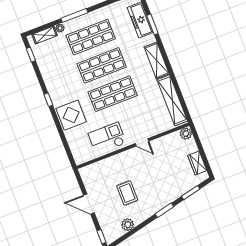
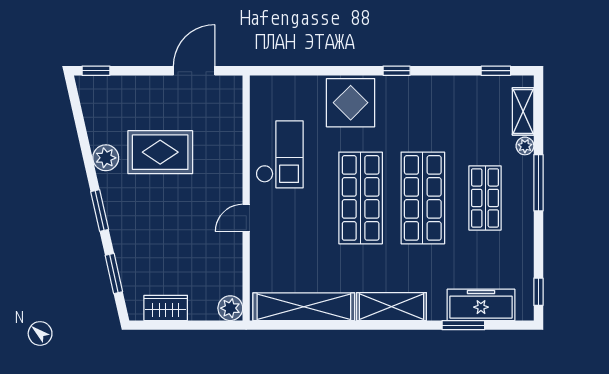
shop shelf: (91, 37) -> (485, 198), width x0.70, depth x0.74
rug: (127, 193) -> (160, 152), width x1.36, depth x1.43
door: (89, 204) -> (194, 71), moved
plant: (128, 225) -> (106, 158), moved

